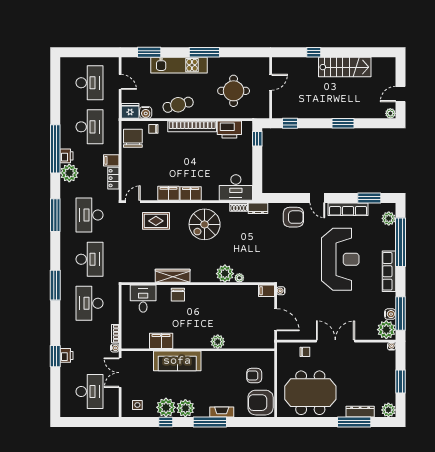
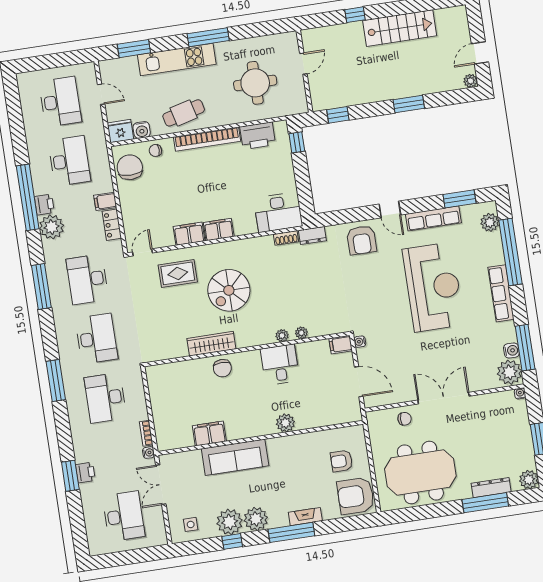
armchair: (293, 217) -> (362, 240), turned 90
spiral stairs: (205, 224) -> (229, 290), moved
plant: (225, 274) -> (282, 336), width x0.53, depth x0.53
desk: (143, 299) -> (280, 365), moved

